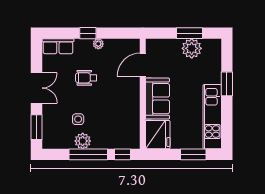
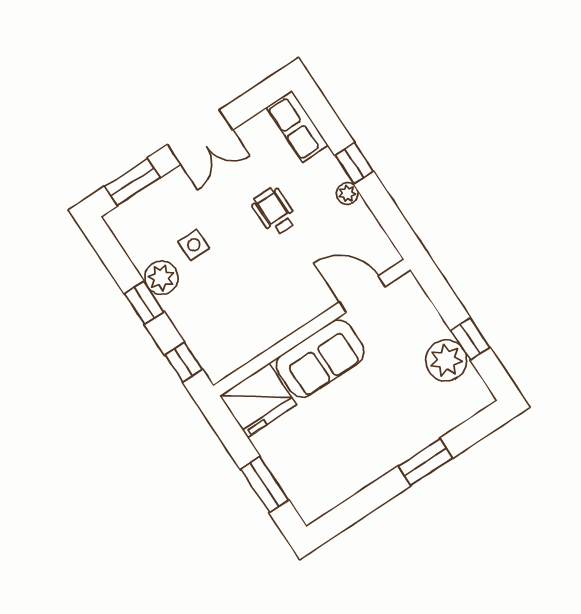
window: (189, 33) -> (470, 339), width x0.67
kitchen unit: (212, 117) -> (352, 474), removed
window: (88, 154) -> (144, 303), width x0.46

